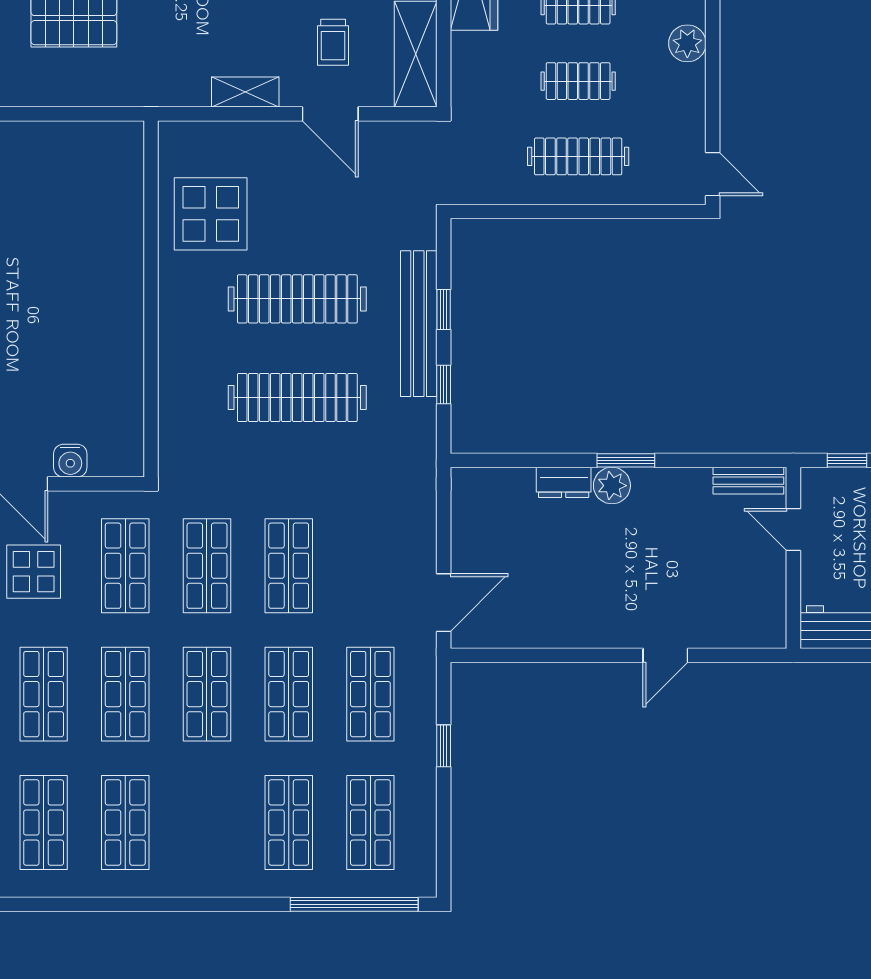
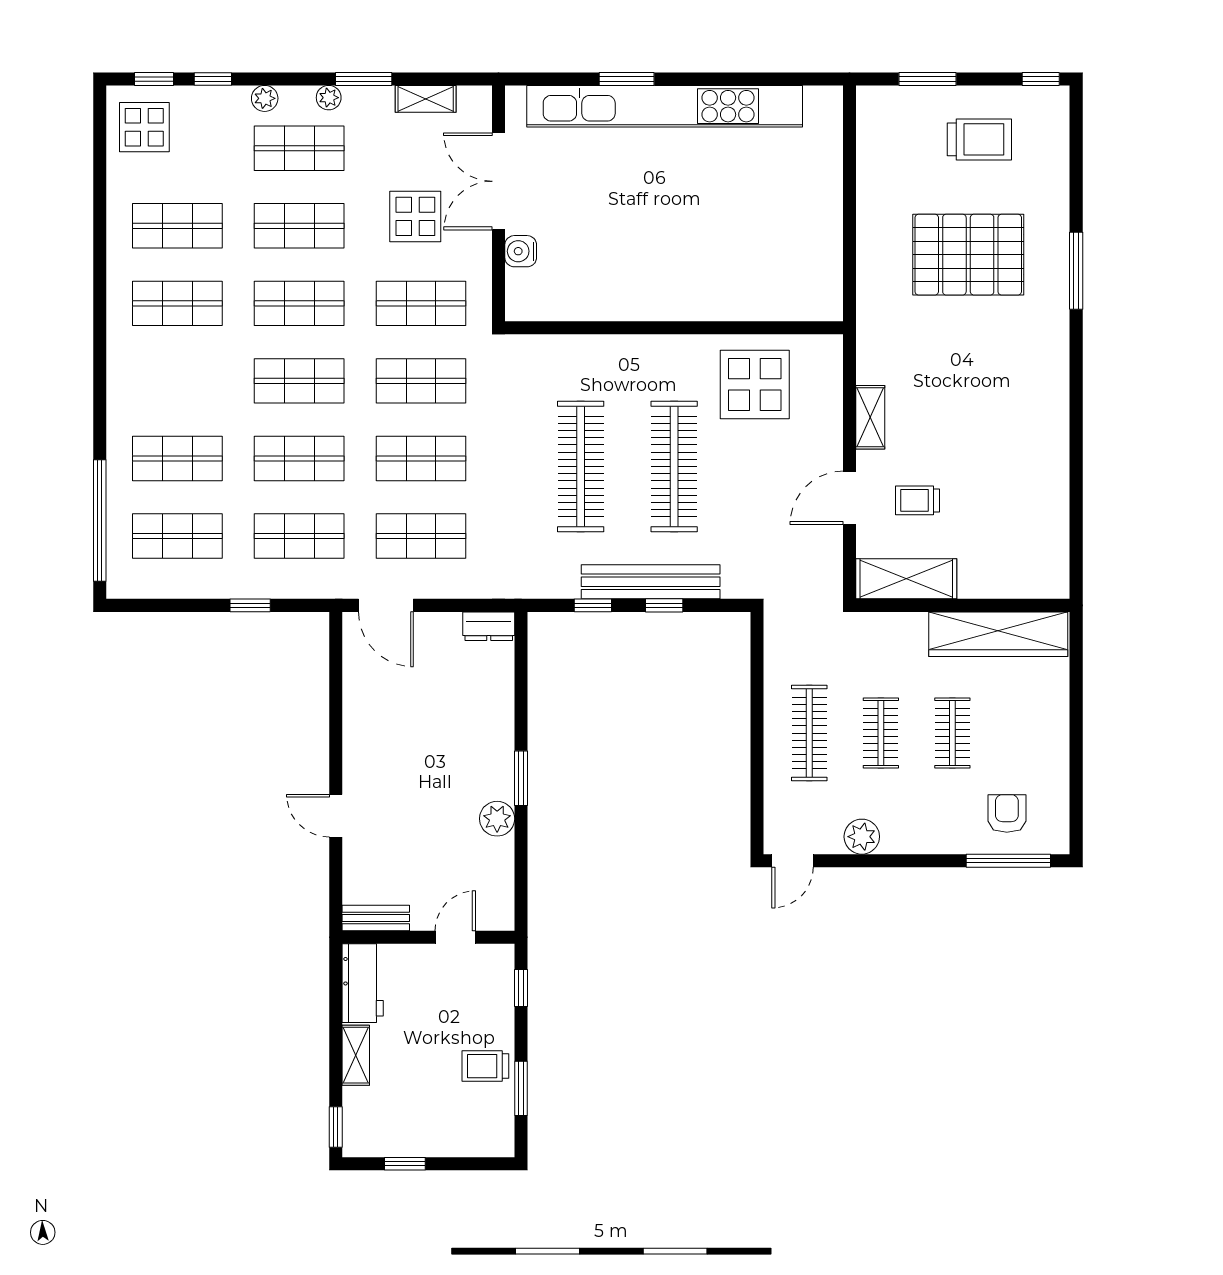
plant: (687, 43) -> (862, 837), moved
bench: (748, 481) -> (376, 918), moved, turned 90
dresser: (564, 482) -> (489, 626), moved, turned -90
plant: (612, 486) -> (497, 819), moved
shop shelf: (370, 566) -> (421, 536), added

